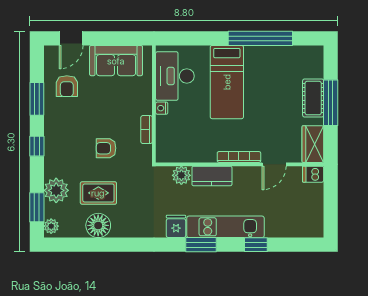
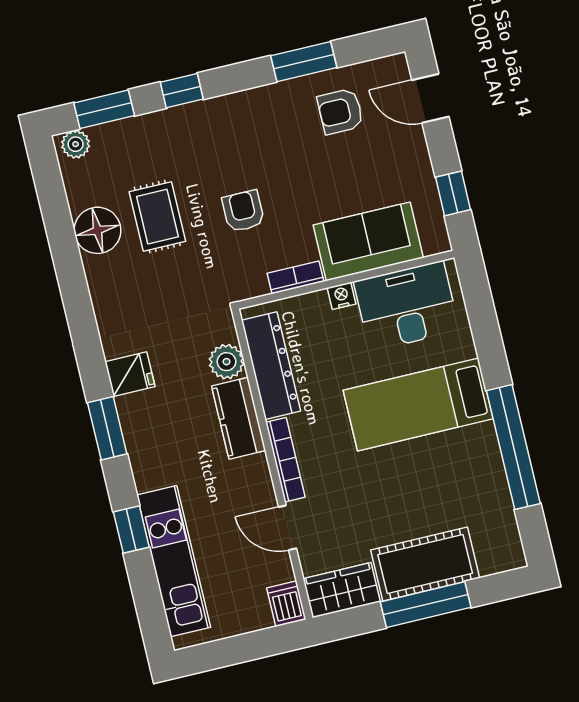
window: (123, 38) -> (453, 193), added
sofa: (116, 61) -> (368, 241), moved, turned 90
cot: (313, 98) -> (425, 564), width x1.37, depth x1.34
window: (37, 146) -> (182, 91), moved
dresser: (189, 153) -> (271, 366), added
plant: (56, 190) -> (144, 138), removed
kitchen unit: (225, 227) -> (174, 561), moved

